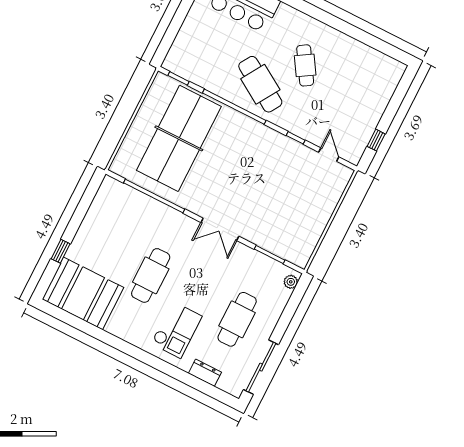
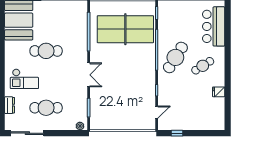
fridge: (346, 45) -> (219, 92), added
cafe table: (305, 65) -> (203, 66), moved
double door: (220, 229) -> (89, 75), swing flipped

